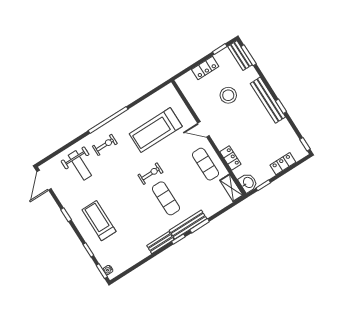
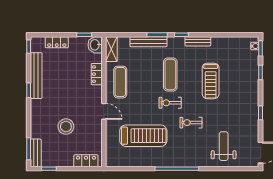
locker: (205, 68) -> (86, 161), moved
bench: (268, 100) -> (36, 76), moved
exercise bike: (105, 145) -> (191, 123), moved
treadmill: (99, 221) -> (211, 81), moved
bench: (188, 225) -> (149, 42), moved

